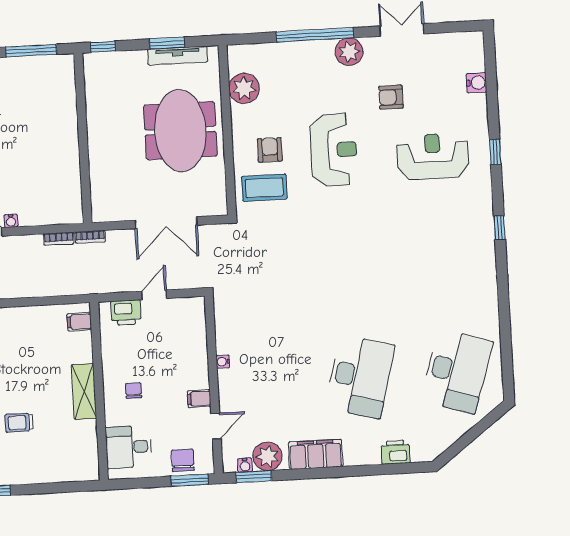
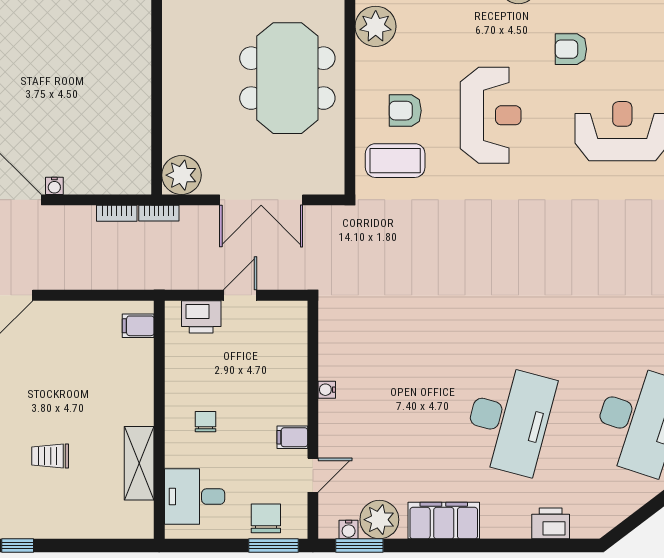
armchair: (270, 150) -> (405, 111), turned -90
plant: (105, 207) -> (181, 175), added
shelving: (84, 391) -> (139, 463), moved

